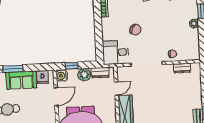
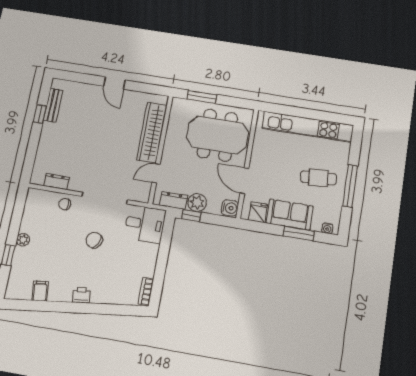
chair: (135, 30) -> (94, 240), moved
window: (72, 66) -> (191, 215), moved
door: (56, 97) -> (244, 181), hinge flipped

